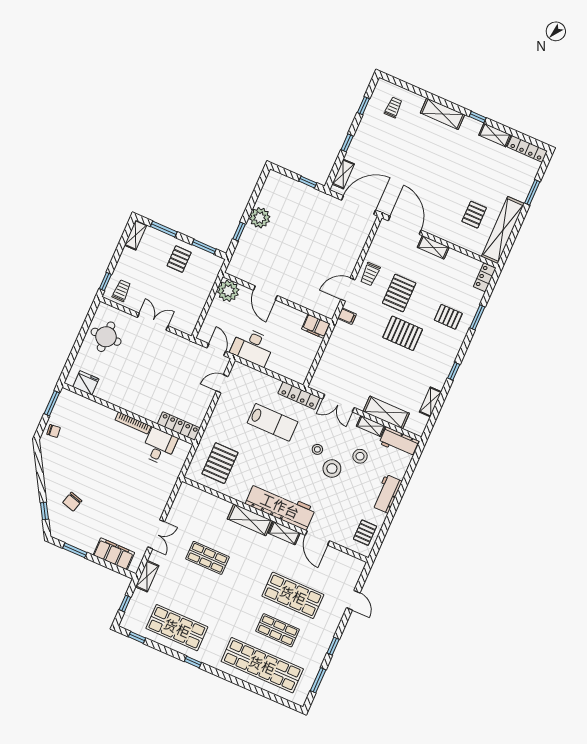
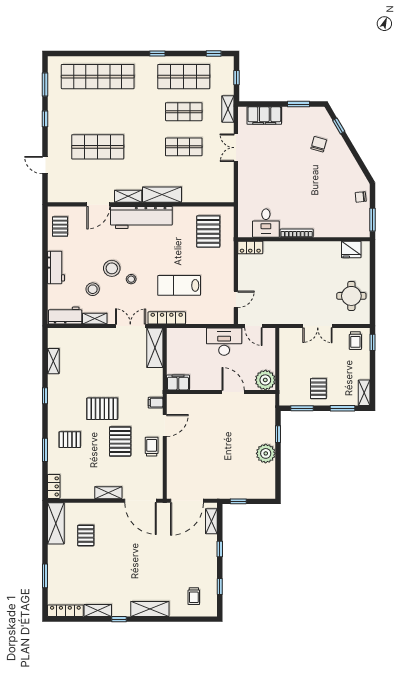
shelving: (503, 230) -> (56, 523), width x0.68
shelving: (386, 412) -> (155, 348), moved, turned 90
locker: (179, 426) -> (250, 248), width x0.66
door: (317, 538) -> (98, 204), swing flipped
shop shelf: (278, 630) -> (184, 112), moved

